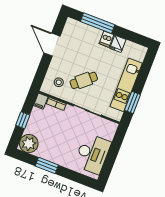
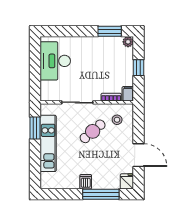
fridge: (118, 44) -> (127, 181), moved
plant: (29, 144) -> (128, 42), width x0.53, depth x0.53
window: (47, 166) -> (110, 31), moved

